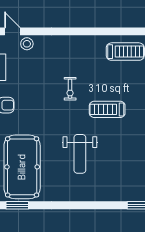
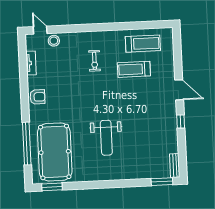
exercise bike: (70, 89) -> (94, 61), moved
treadmill: (107, 109) -> (134, 69), moved

